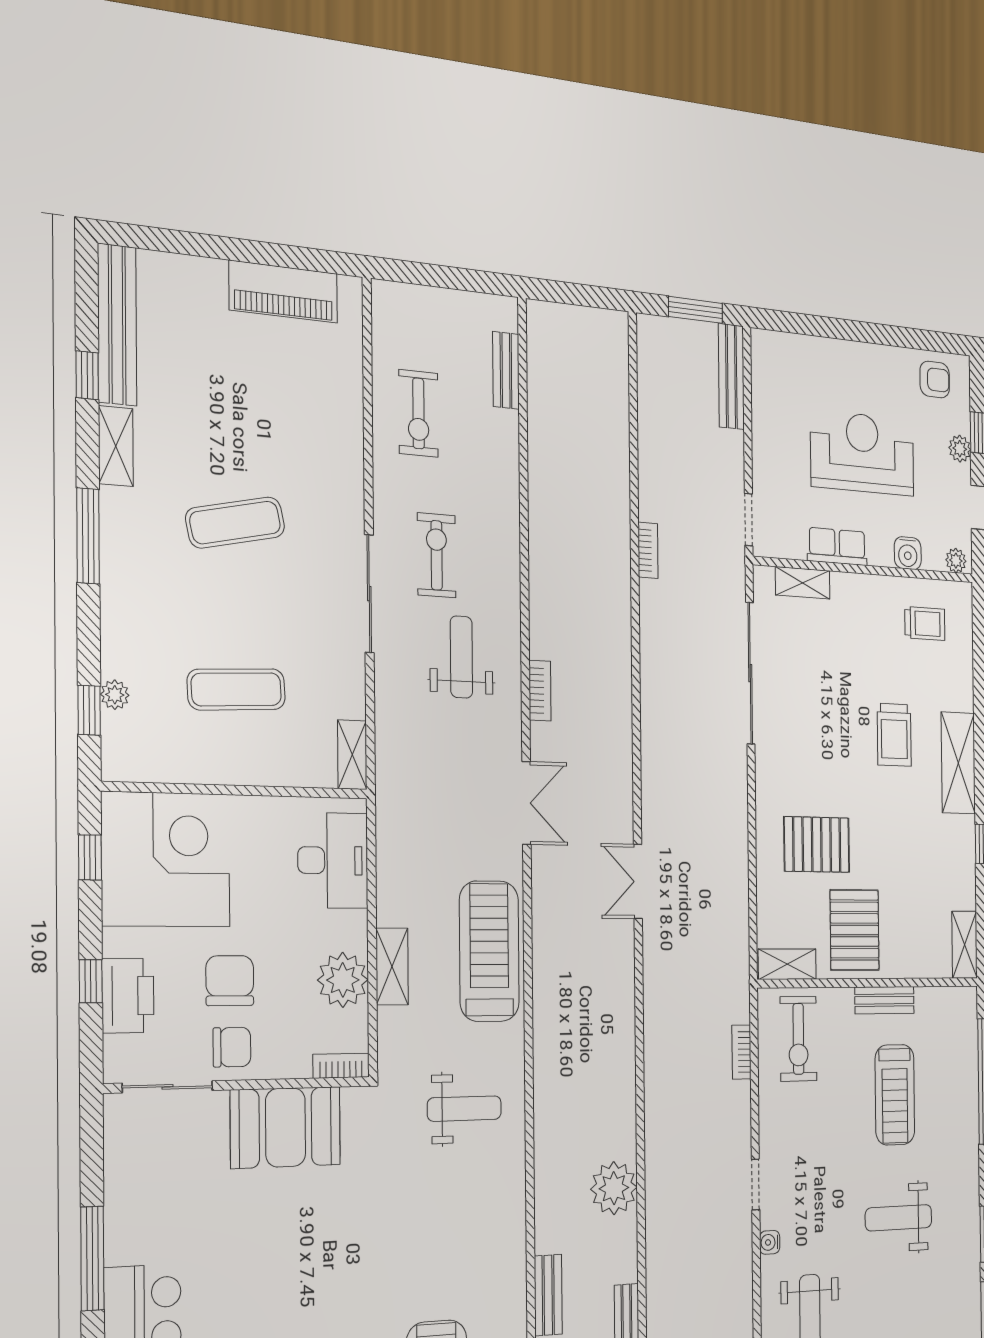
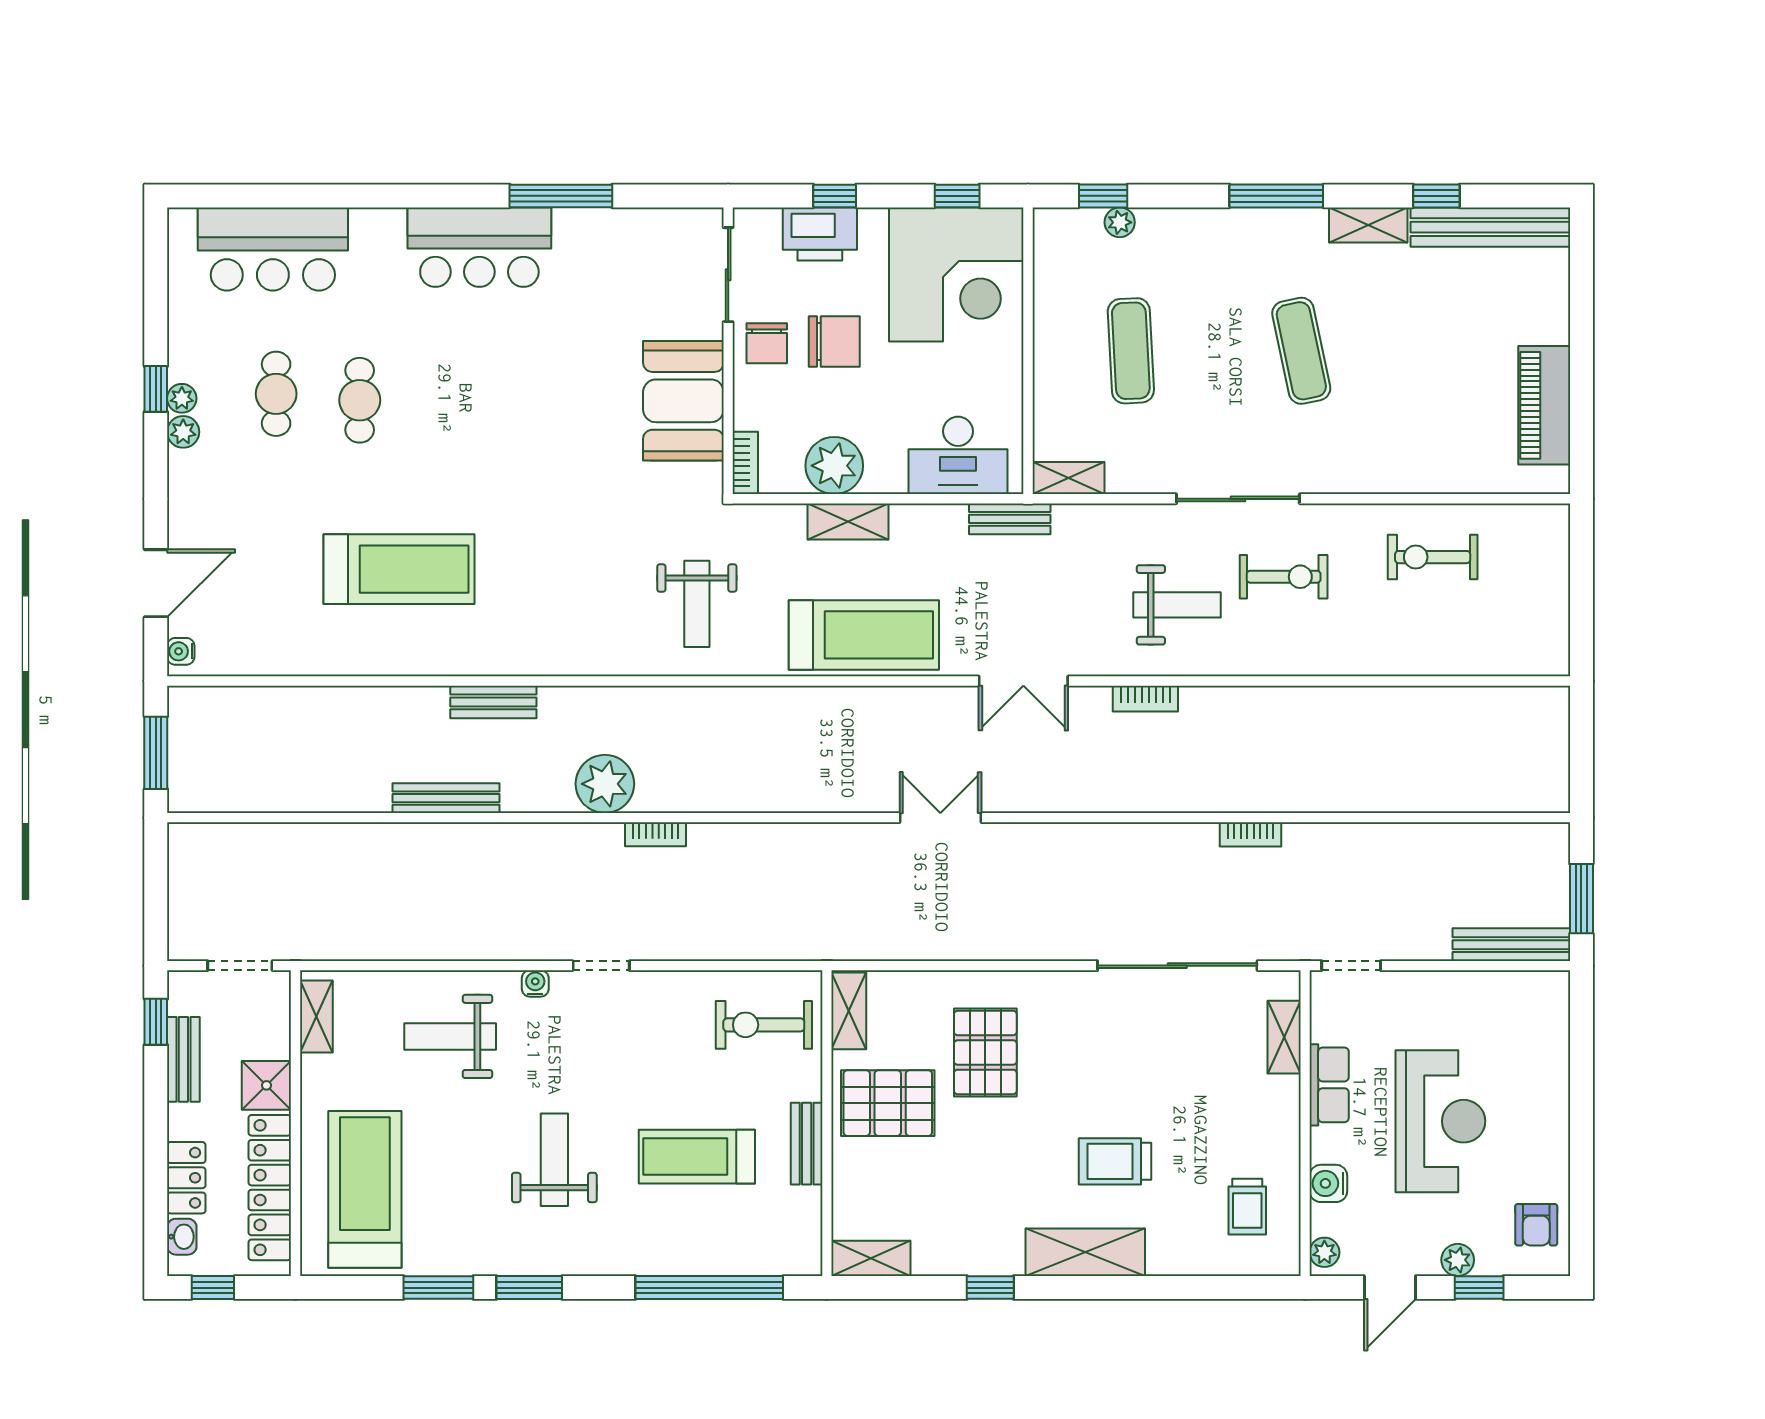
bench: (506, 370) -> (1010, 519), moved
bookcase: (648, 550) -> (1250, 834), moved
bookcase: (742, 1052) -> (656, 834), moved, turned 180

